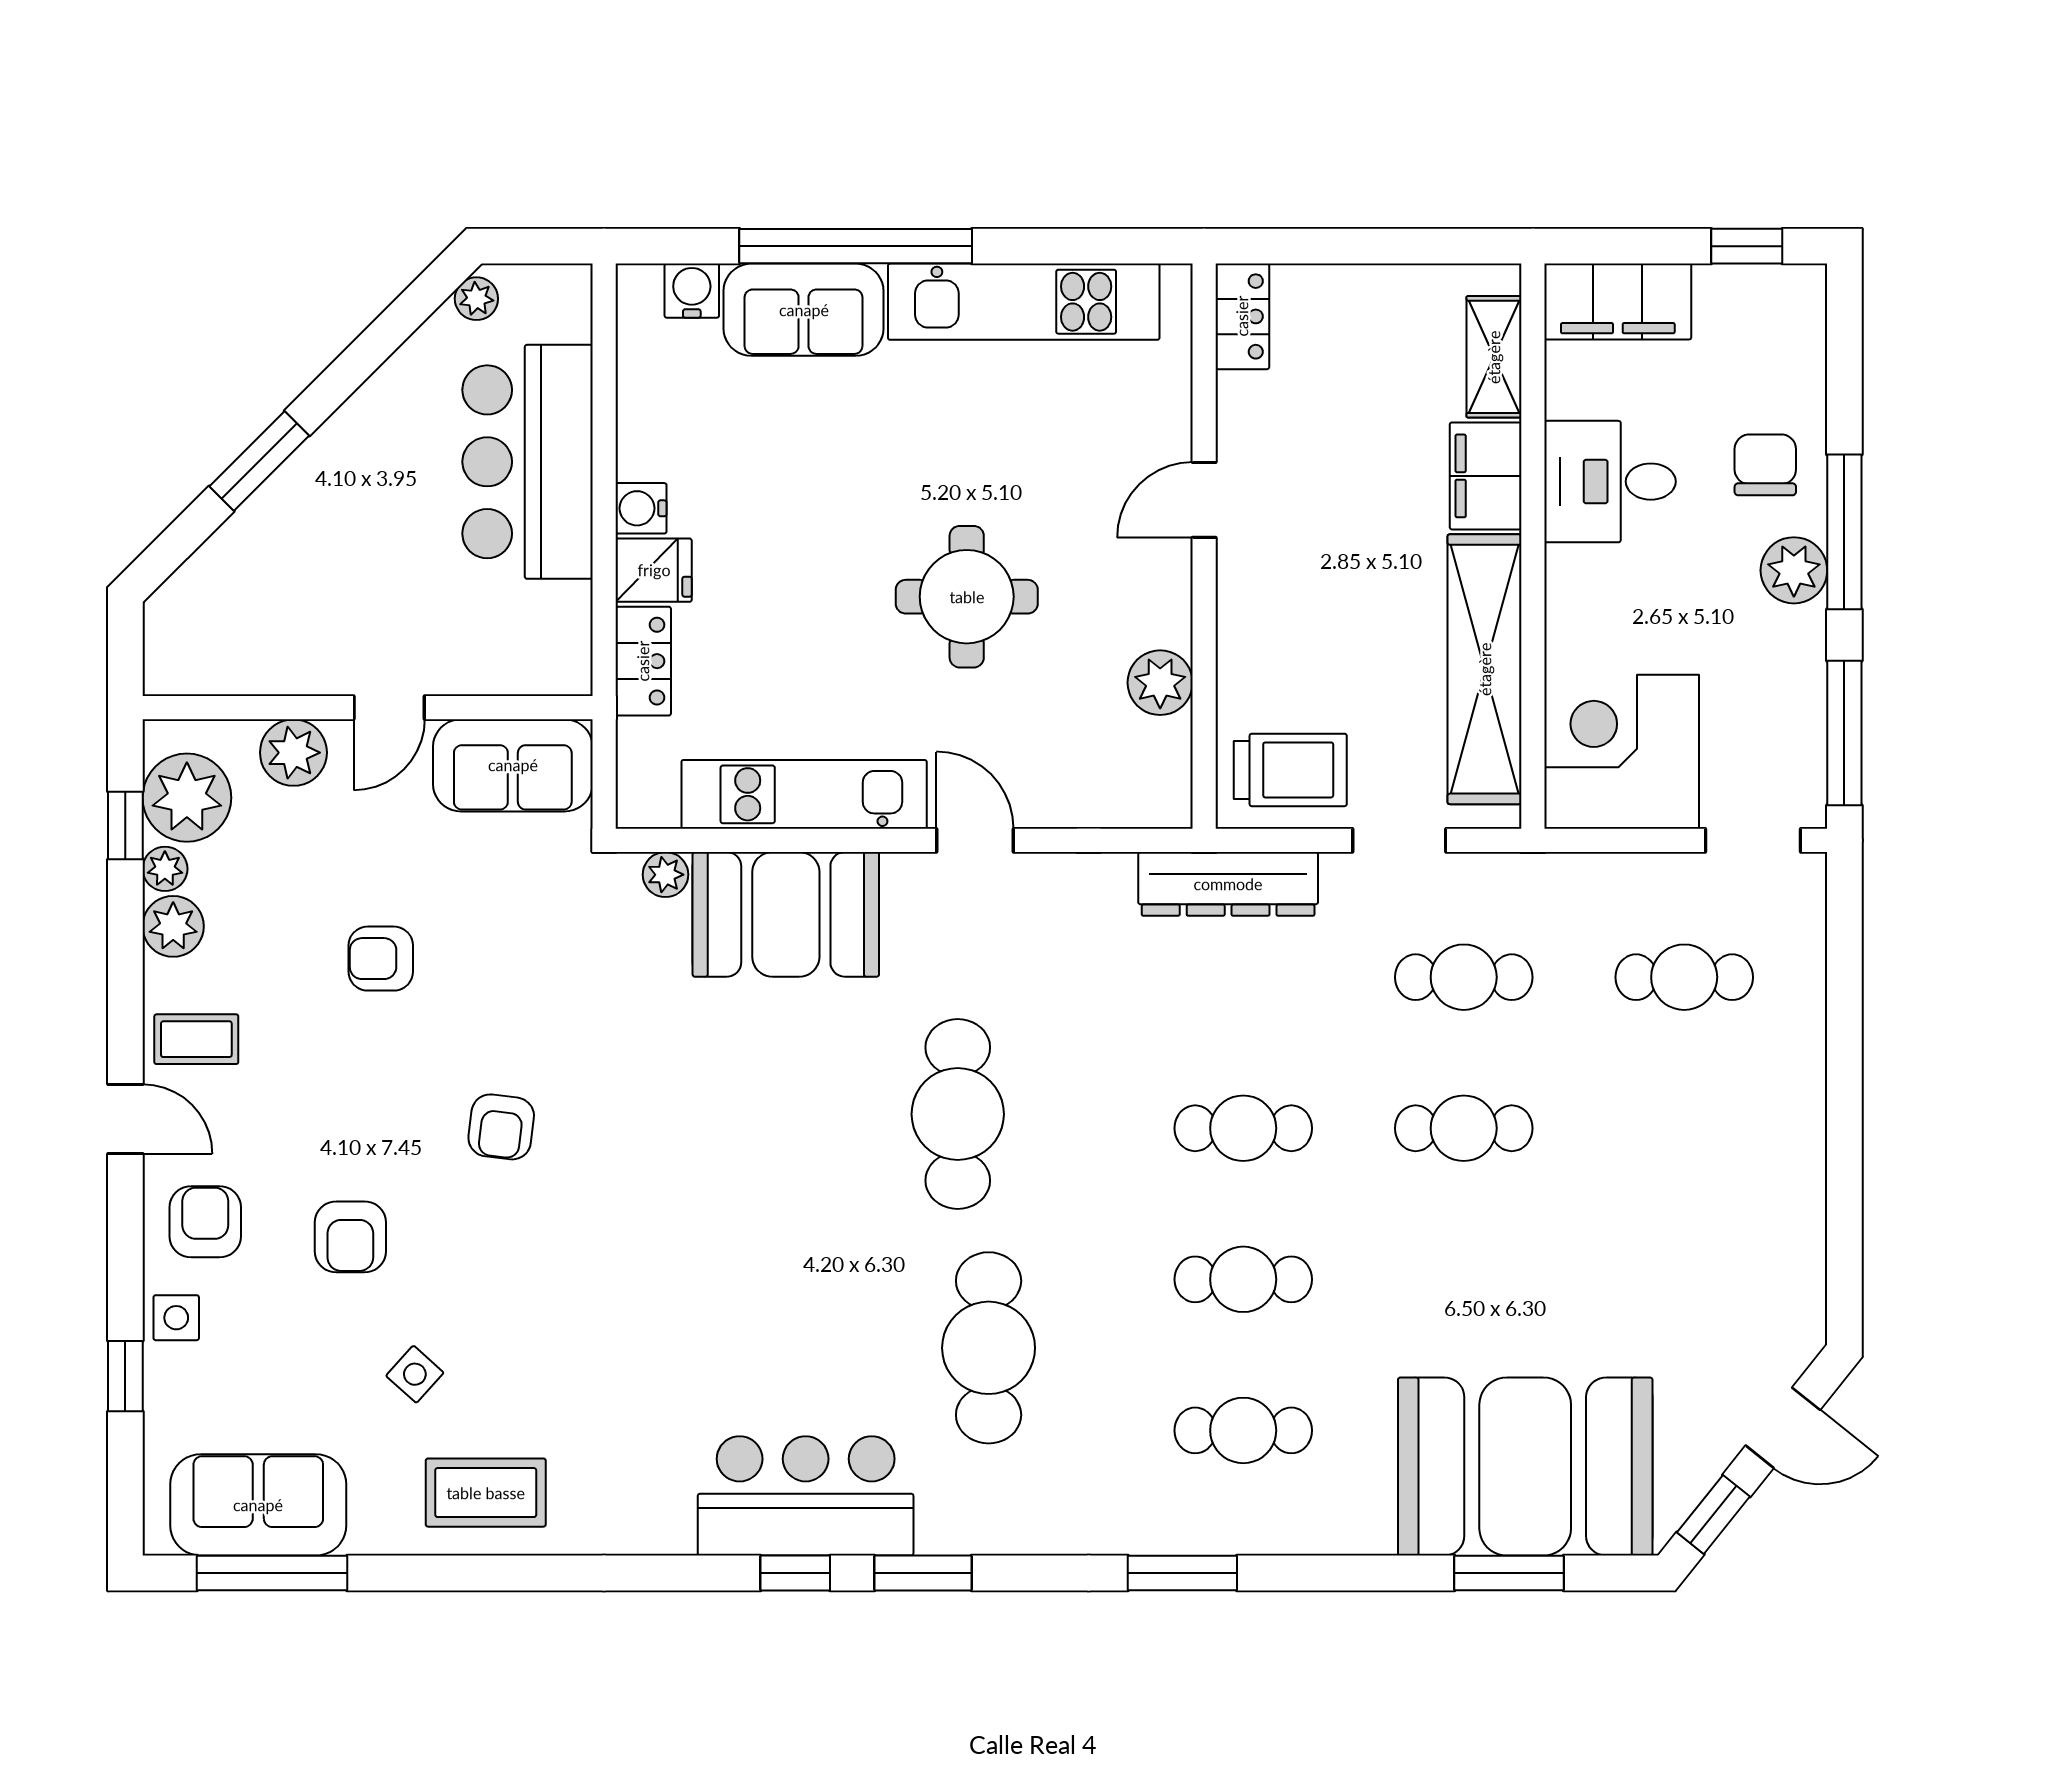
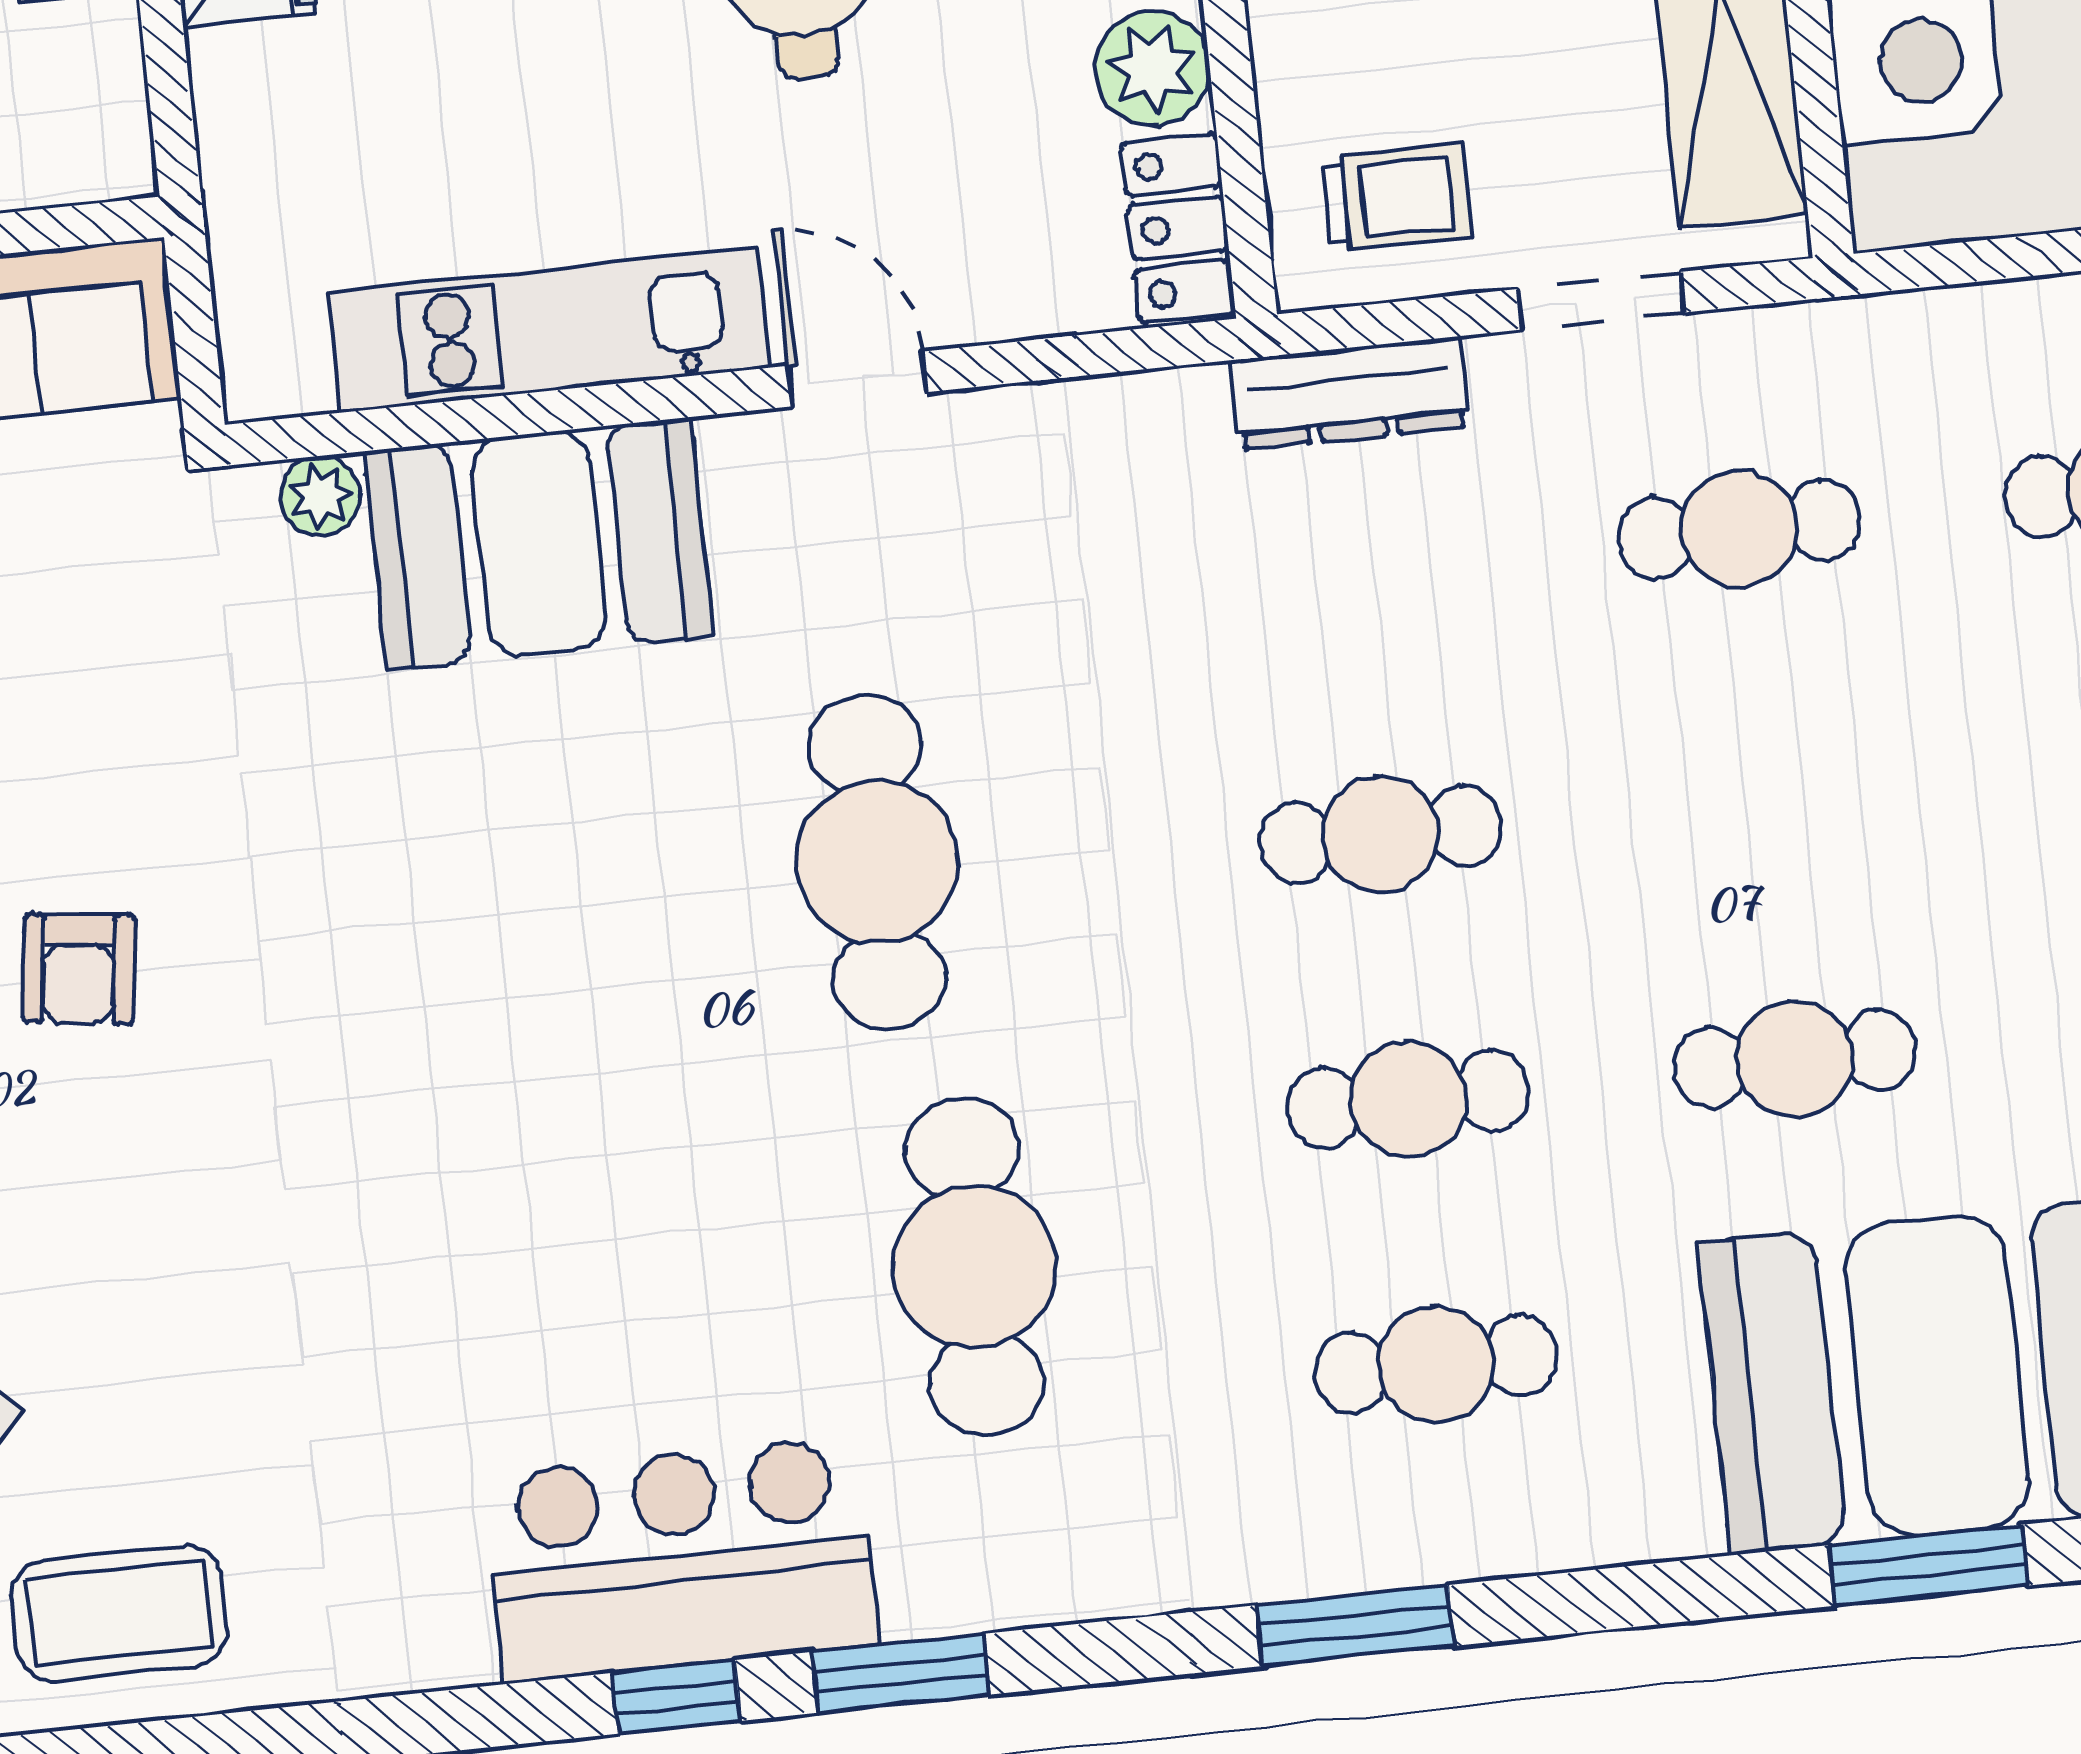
locker: (643, 661) -> (1178, 228), moved, turned 180
trolley: (1290, 770) -> (1397, 197), width x0.73, depth x0.72
dresser: (1228, 884) -> (1350, 393), width x0.73, depth x0.80
cafe table: (1464, 1128) -> (1795, 1059), moved

